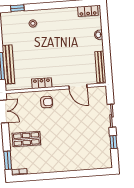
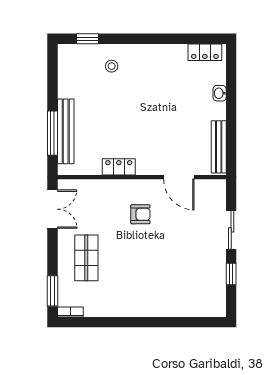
armchair: (47, 102) -> (140, 214), moved
shop shelf: (26, 139) -> (86, 258), turned 90

